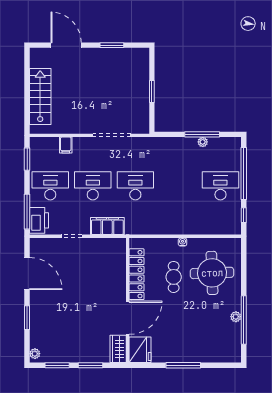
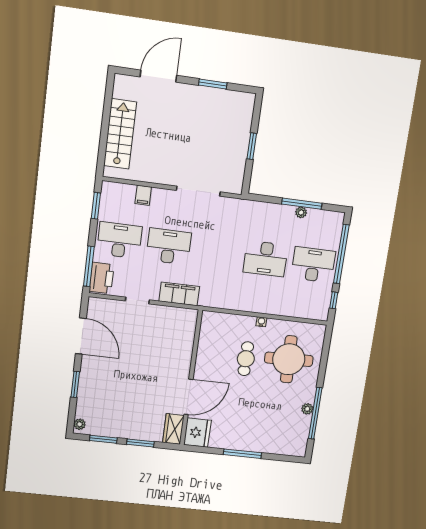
door: (66, 45) -> (158, 76), hinge flipped
desk: (135, 186) -> (266, 259), moved, turned 180
locker: (137, 274) -> (205, 351), removed

